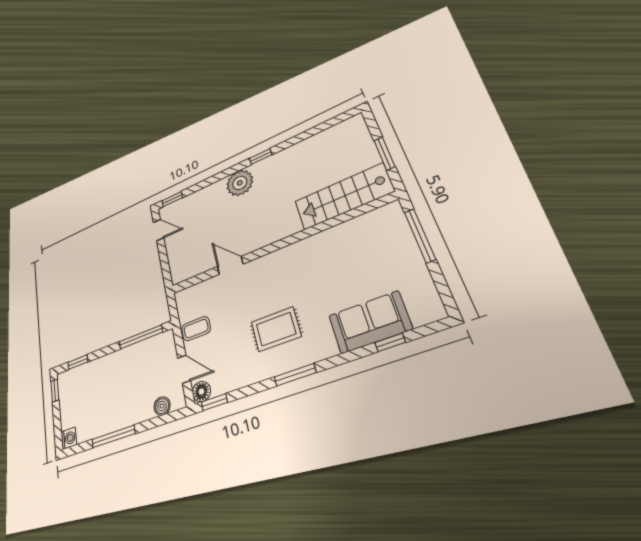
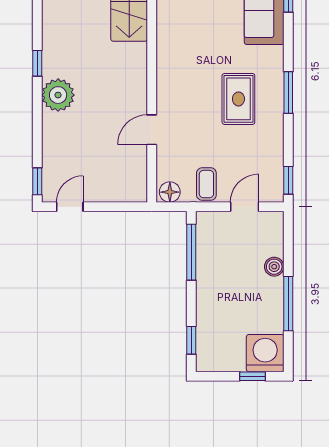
window: (55, 391) -> (252, 376), moved
floor lamp: (201, 392) -> (170, 192), moved
boiler: (162, 406) -> (274, 267), moved
washing machine: (69, 438) -> (265, 353), width x1.89, depth x1.89

